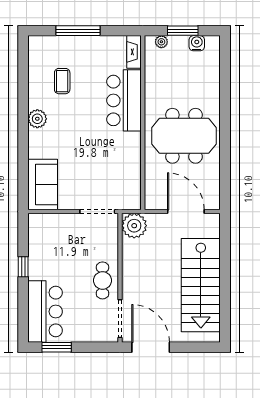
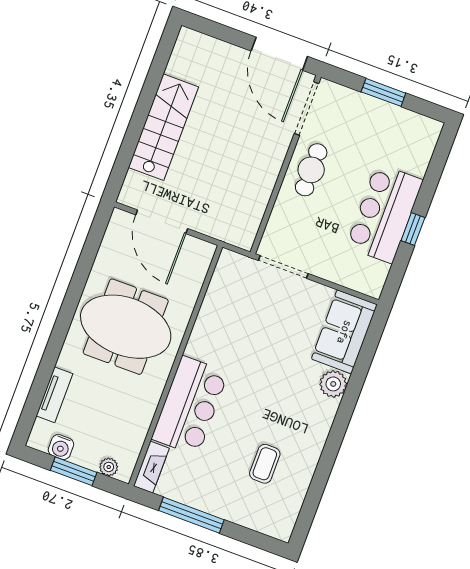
window: (78, 31) -> (191, 515), moved
tv unit: (213, 75) -> (54, 395), added
plant: (37, 119) -> (333, 384), moved
plant: (134, 226) -> (240, 229), removed
stairs: (201, 285) -> (163, 127), width x0.73, depth x0.66
bar counter: (45, 312) -> (385, 213), moved
window: (57, 347) -> (383, 92), moved

